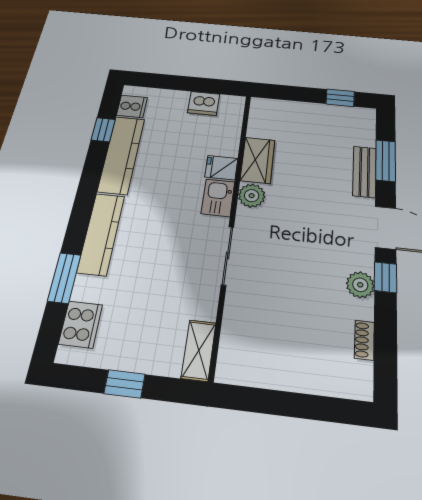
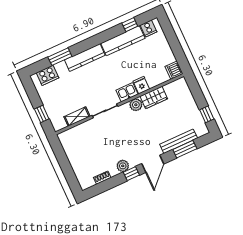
dishwasher: (204, 103) -> (174, 70), moved
bench: (364, 172) -> (179, 141), width x1.36
shelving: (199, 350) -> (77, 116), moved
window: (124, 384) -> (42, 114), moved

